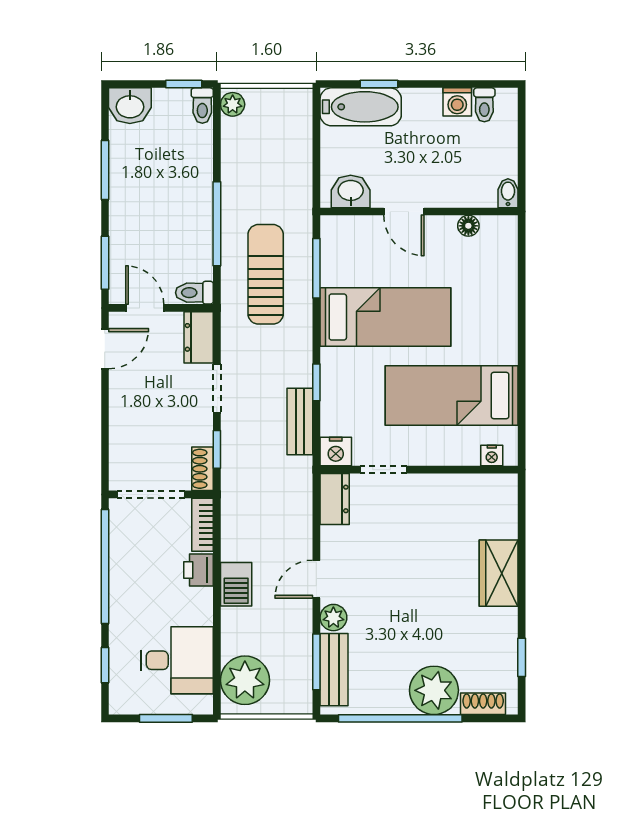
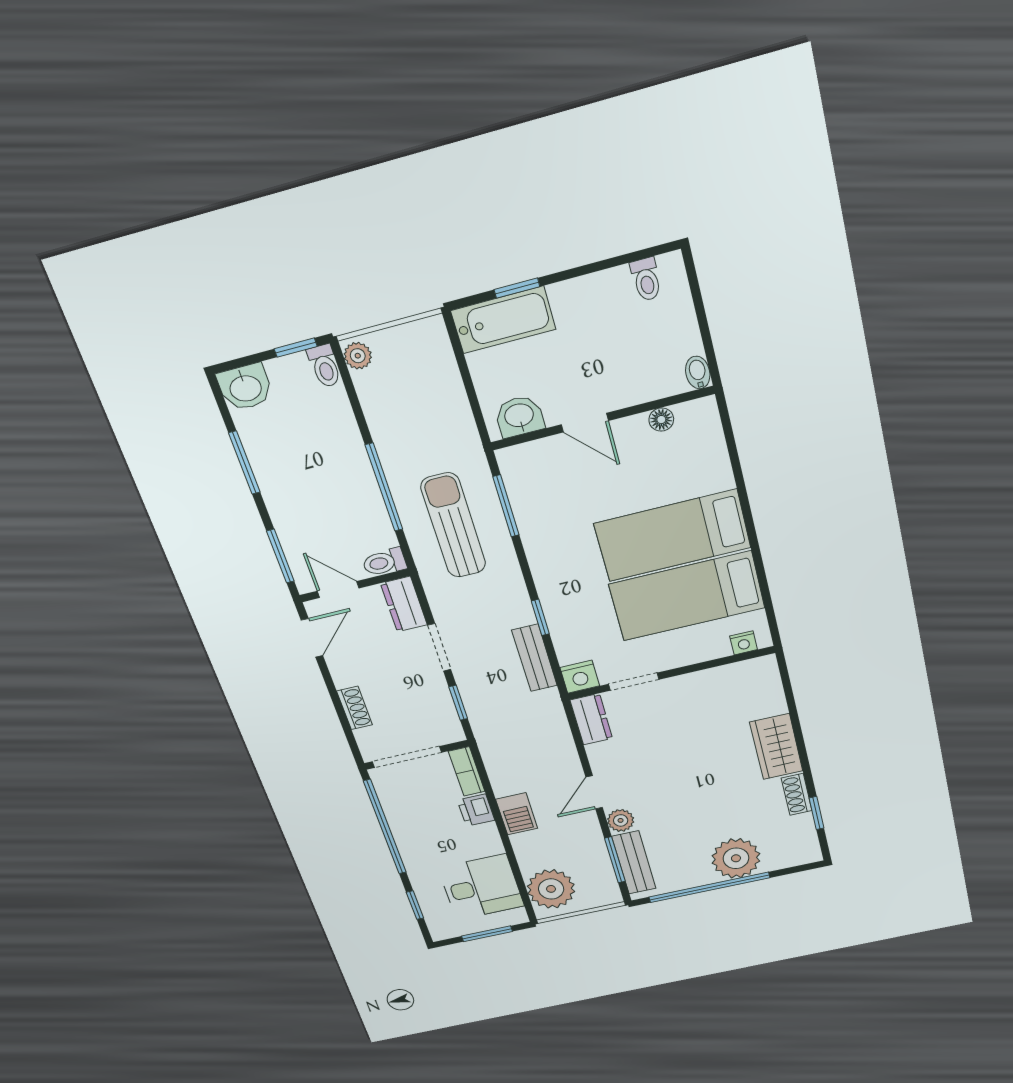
washing machine: (457, 102) -> (613, 284), removed
bed: (385, 317) -> (672, 536), moved, turned 180
shoe rack: (203, 469) -> (355, 708), moved, turned 180
shoe rack: (483, 704) -> (797, 794), moved, turned -90

